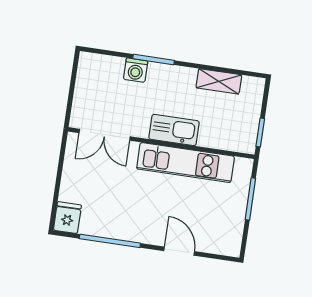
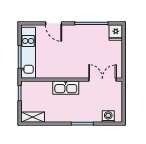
washing machine: (136, 70) -> (108, 117), moved
shelving: (219, 81) -> (33, 117), moved
kitchen unit: (186, 163) -> (28, 53), moved, turned 90

